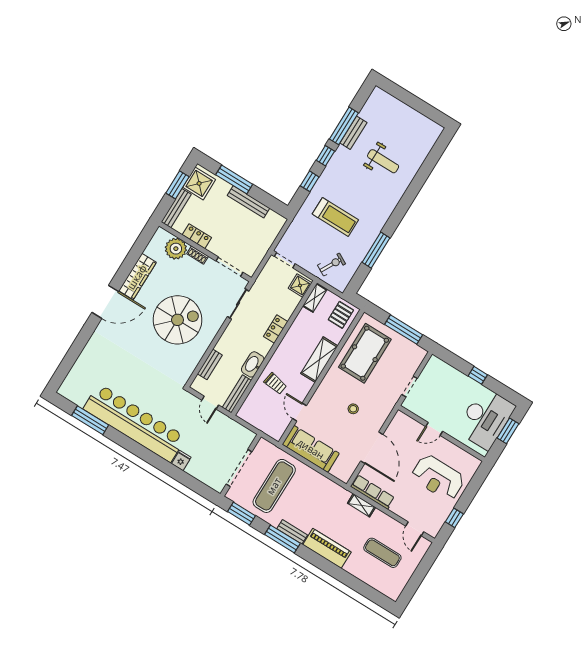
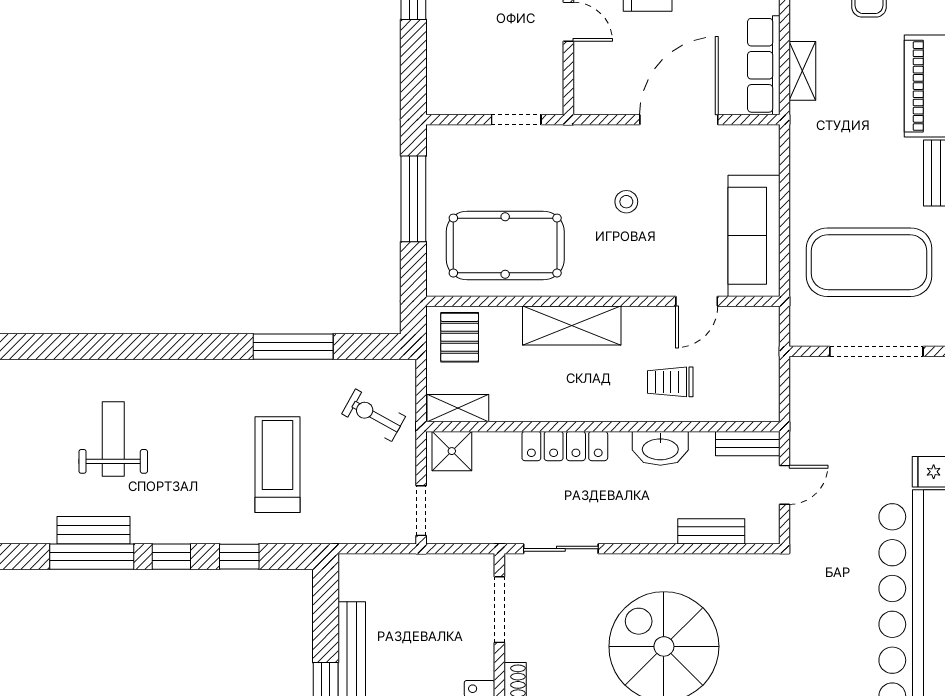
pallet: (341, 315) -> (460, 337), turned 90
locker: (276, 329) -> (565, 446), width x1.53
trolley: (275, 384) -> (670, 382), turned -99
bench: (237, 394) -> (748, 444), width x0.73
exercise mat: (274, 486) -> (869, 262), width x1.47

